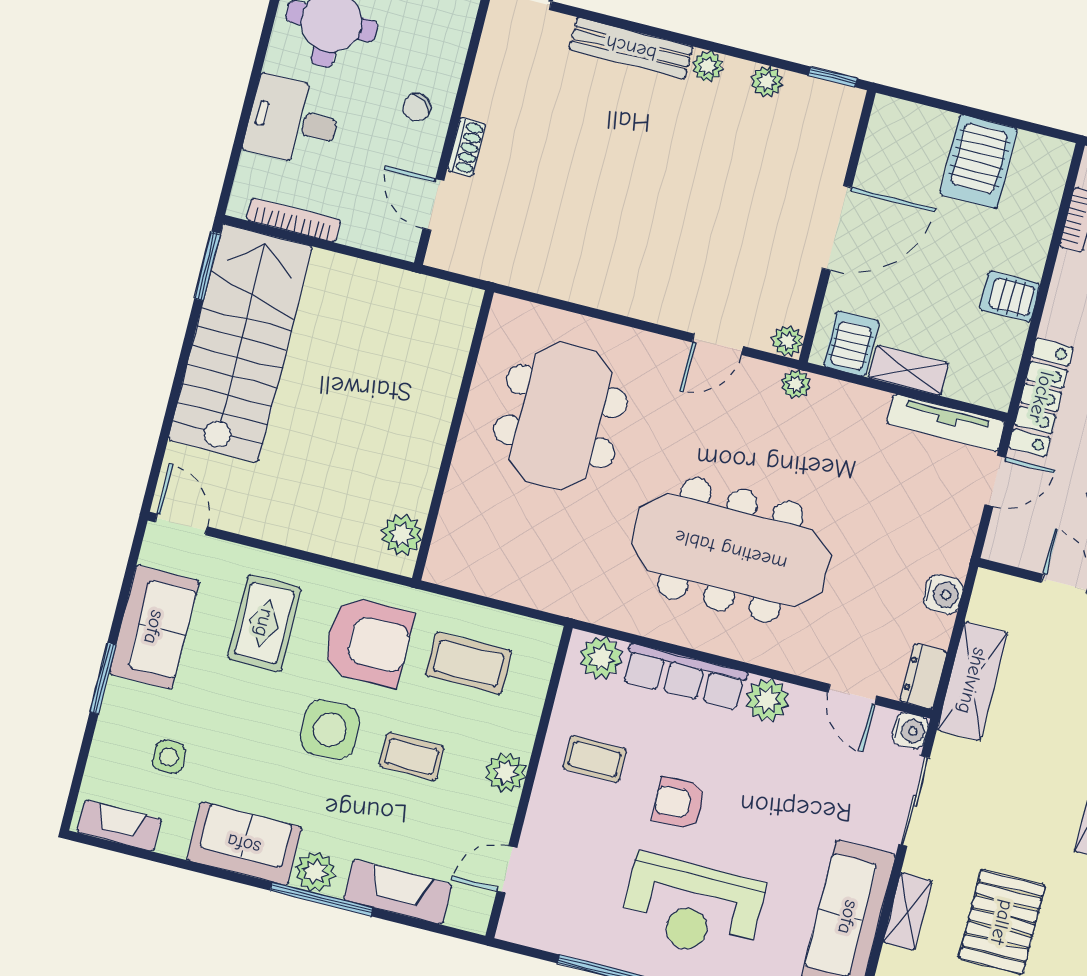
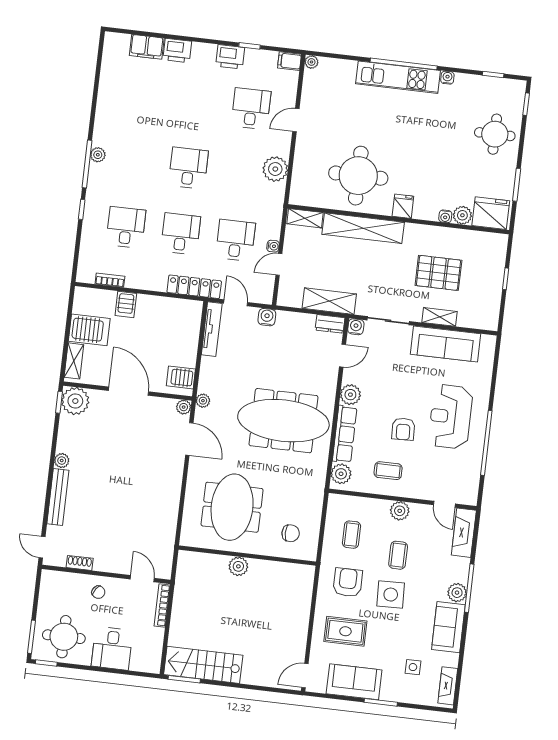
plant: (767, 81) -> (75, 401), moved, width x1.88, depth x1.88
shoe rack: (466, 147) -> (80, 563), moved
door: (433, 205) -> (142, 579), swing flipped
bookcase: (294, 220) -> (162, 605), moved
server rack: (1010, 296) -> (126, 304), moved
stairs: (240, 343) -> (203, 665), width x0.73, depth x0.66
door: (718, 344) -> (189, 439), width x1.38
shelving: (909, 370) -> (74, 361), moved
meeting table: (560, 416) -> (232, 507), turned 90
chair: (488, 534) -> (291, 533), added
plant: (402, 535) -> (238, 566), moved
meeting table: (731, 550) -> (283, 421), turned 90
water cooler: (943, 594) -> (267, 317), moved
armchair: (368, 642) -> (348, 582), width x0.73, depth x0.73
coffee table: (469, 663) -> (352, 535), width x0.73, depth x0.77
coffee table: (595, 759) -> (388, 471), turned 90
fireplace: (398, 892) -> (464, 533), moved
reception desk: (692, 907) -> (451, 417), turned 180

